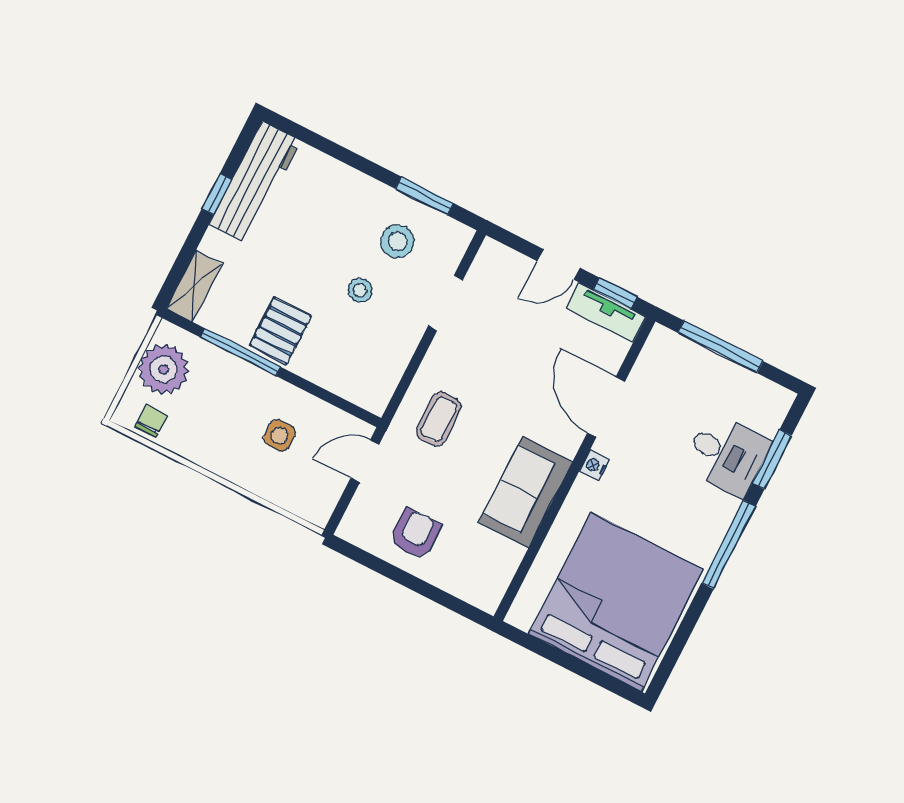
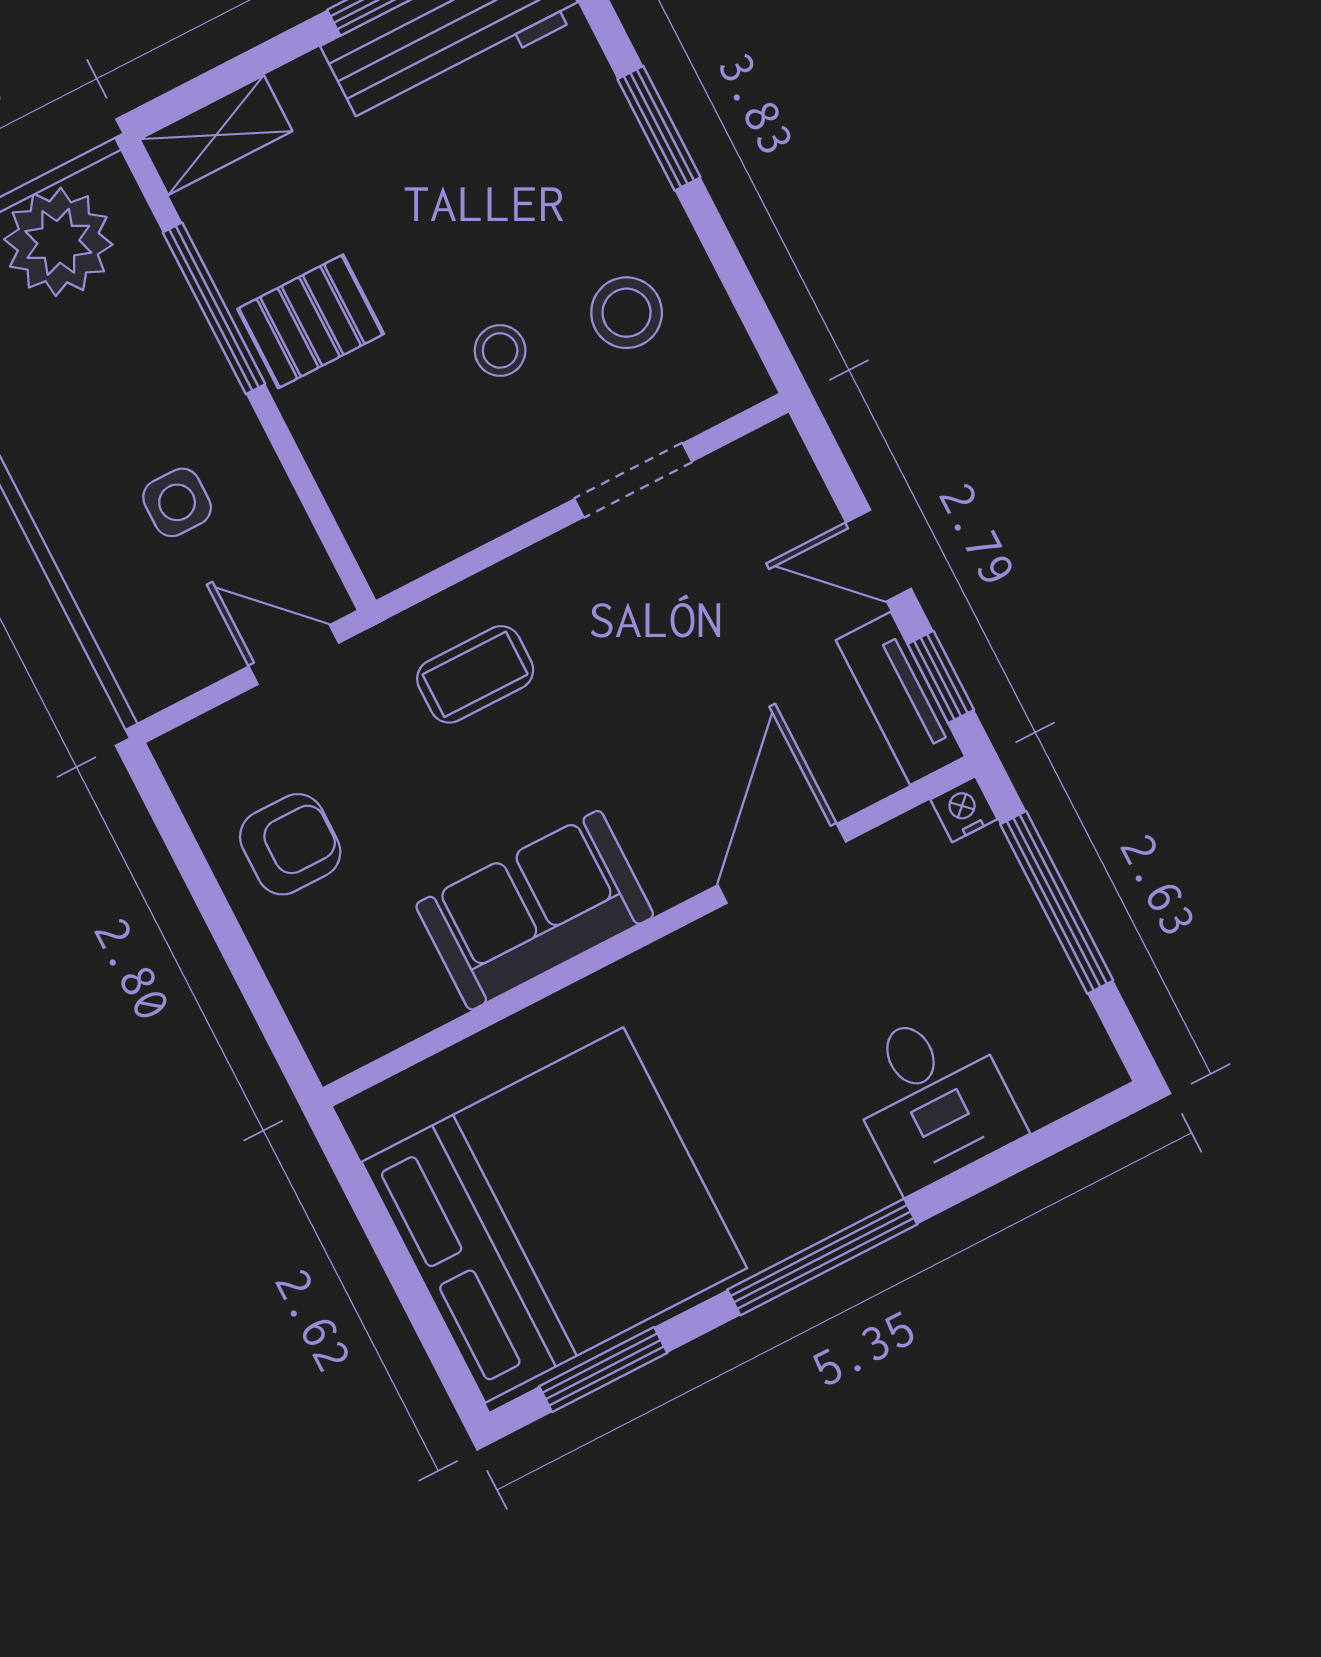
window: (424, 196) -> (659, 128), moved
window: (772, 459) -> (603, 1370), moved
nightstand: (595, 466) -> (964, 809), moved

